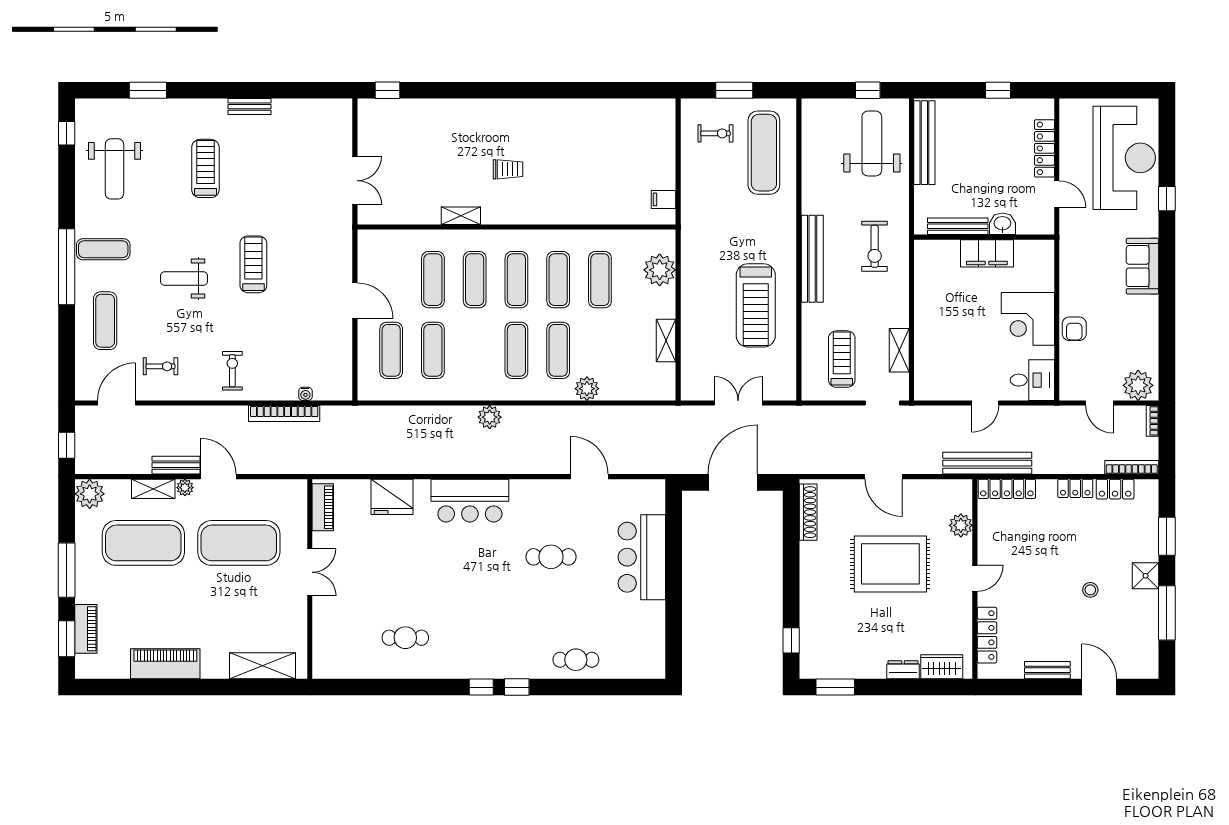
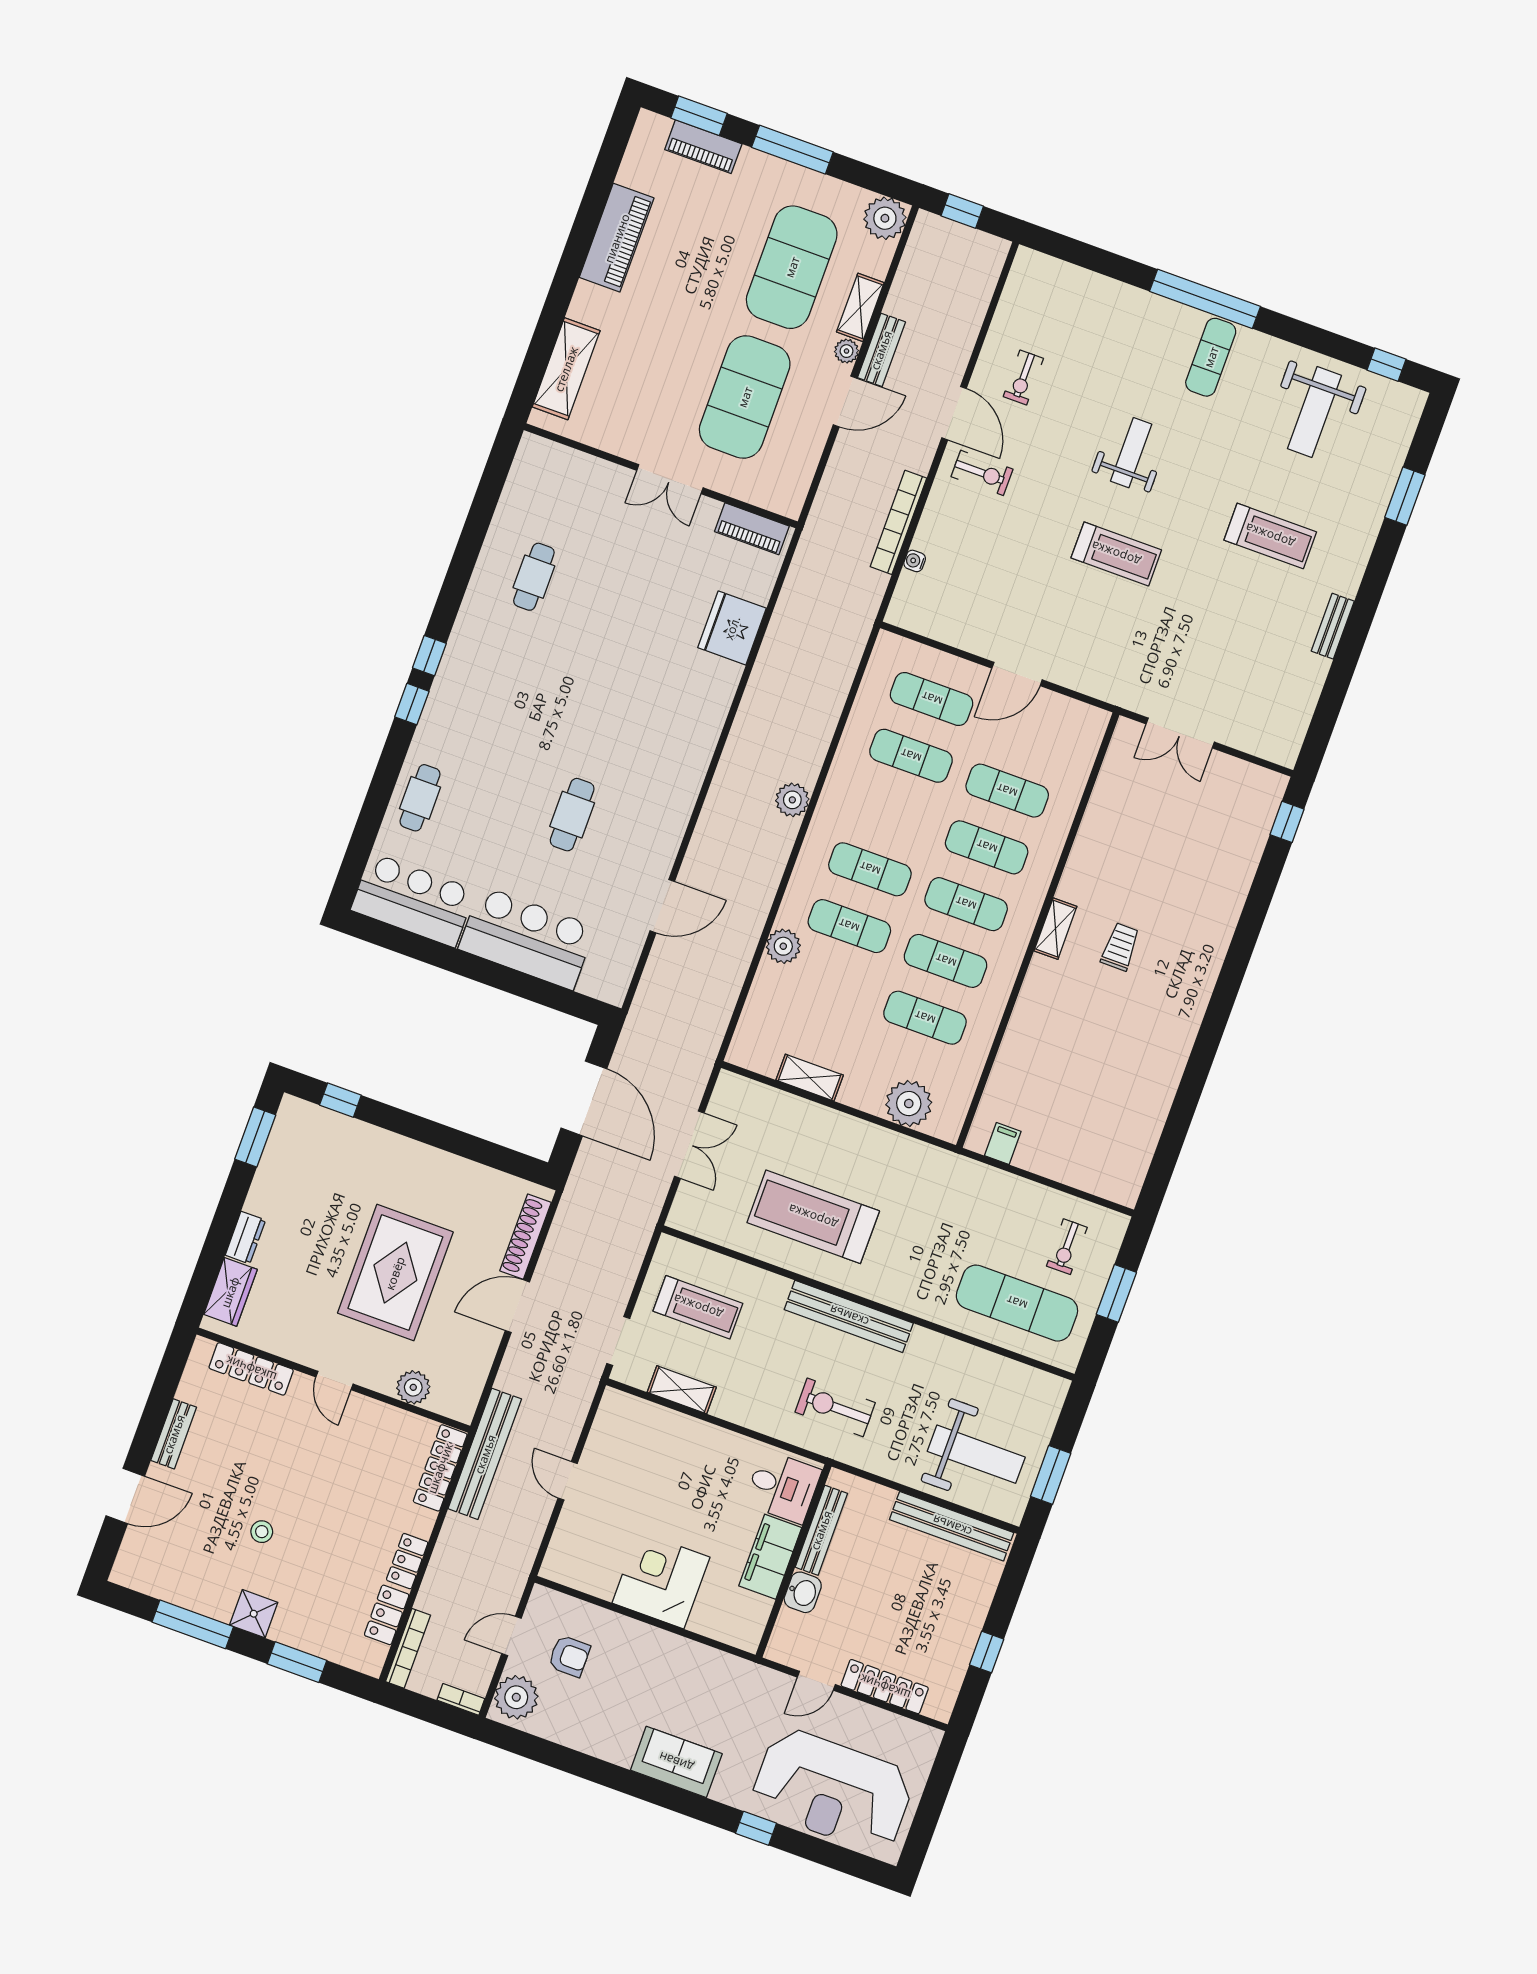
window: (868, 90) -> (1051, 1475), width x1.50
weight bench: (114, 169) -> (1314, 412), turned -90
trolley: (508, 169) -> (1120, 947), turned 180
shelving: (461, 216) -> (1055, 929), moved
exercise mat: (105, 321) -> (1113, 325), removed
armchair: (1074, 329) -> (569, 1656), moved, turned 180
desk: (1032, 380) -> (783, 1487), moved, turned -90
door: (116, 403) -> (954, 413), moved
bar counter: (470, 501) -> (413, 900), moved, turned 90
shoe rack: (808, 512) -> (525, 1237), moved, turned 90

